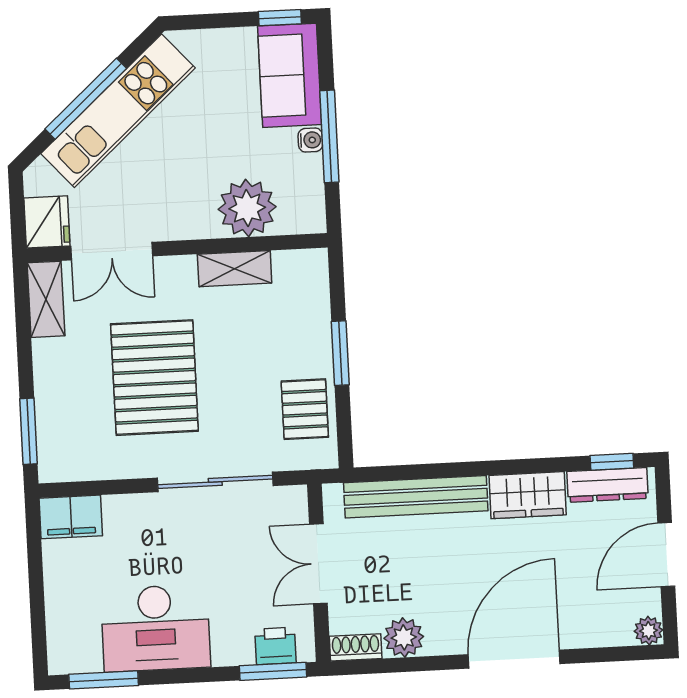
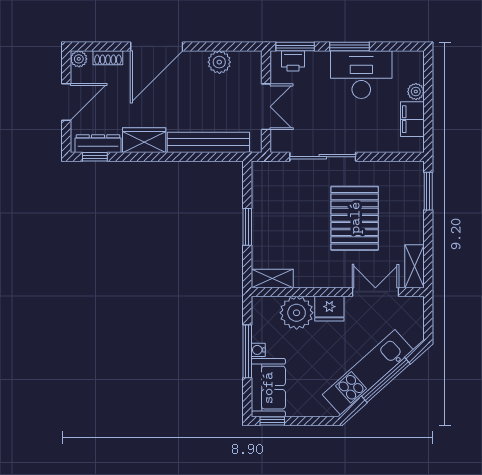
fridge: (47, 222) -> (329, 309), moved, turned -90
shelving: (235, 269) -> (272, 278), moved
pallet: (305, 409) -> (269, 196), removed
filing cabinet: (71, 517) -> (412, 119), moved, turned -90
plant: (59, 604) -> (416, 92), added
shoe rack: (356, 647) -> (108, 58), moved
window: (104, 680) -> (350, 46), moved

